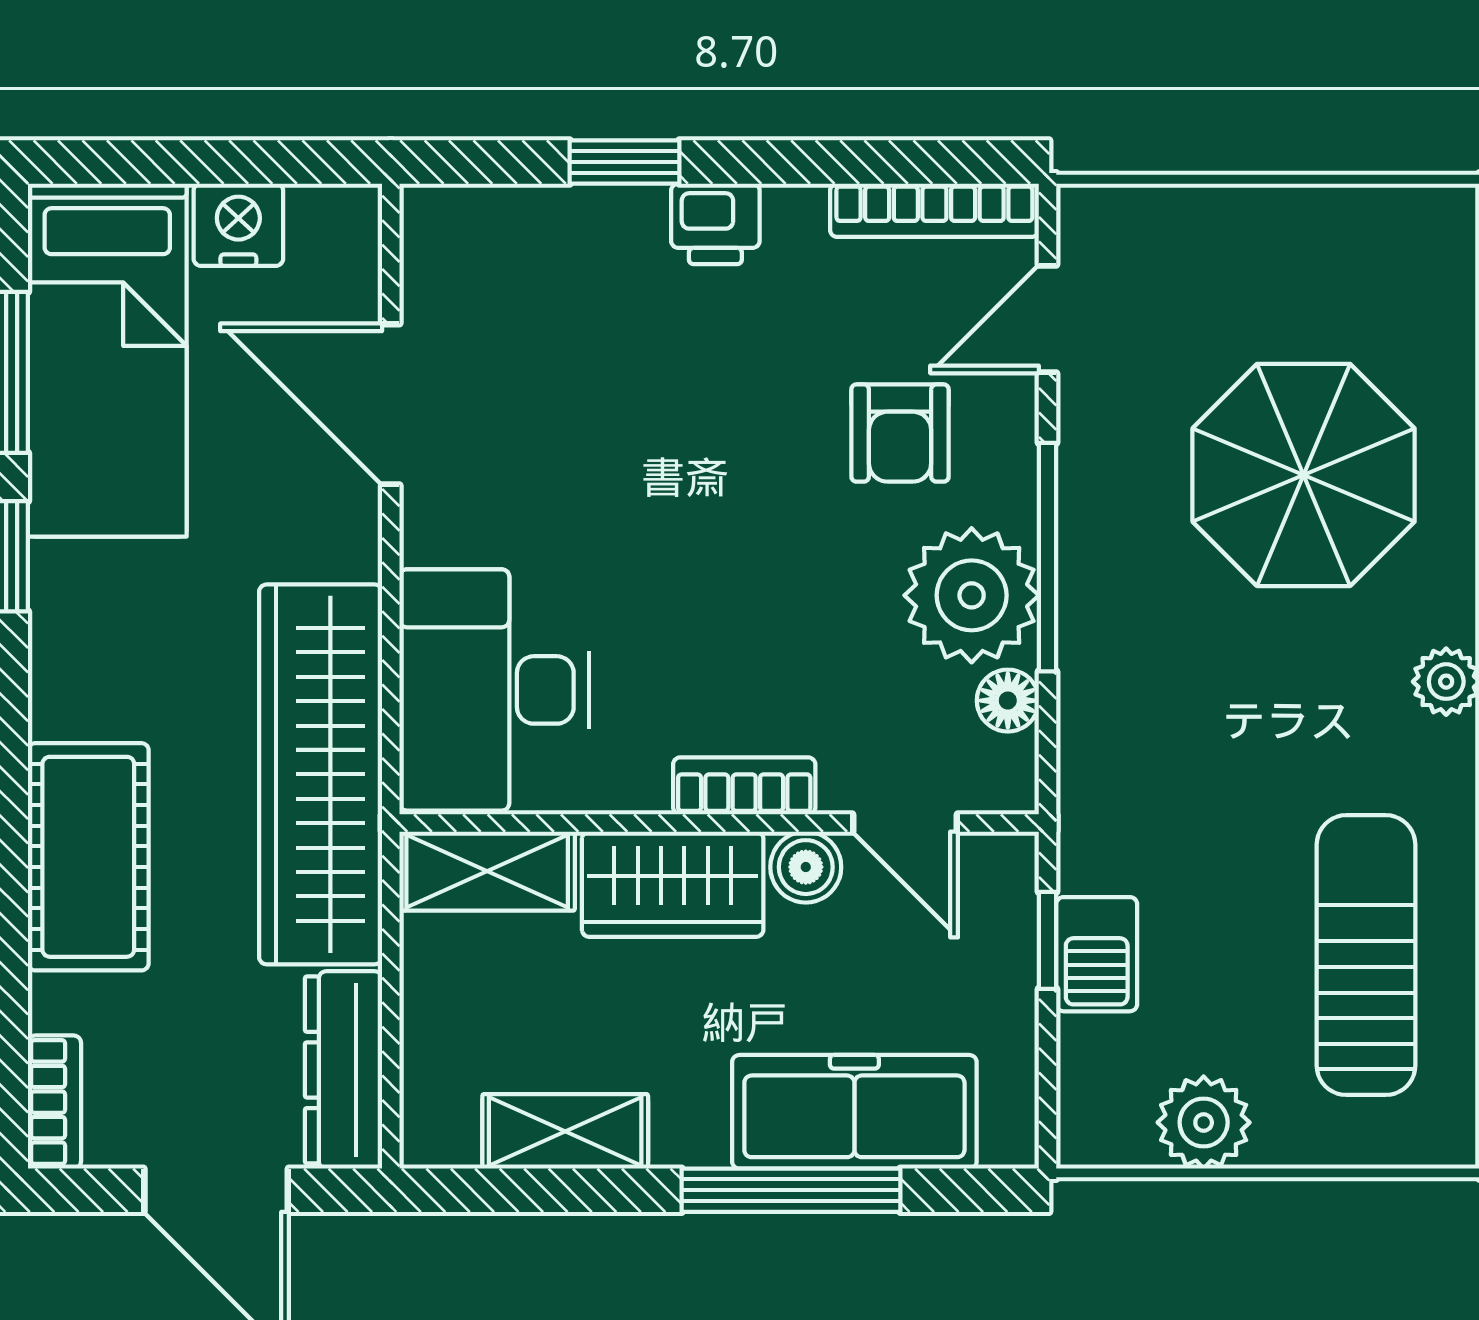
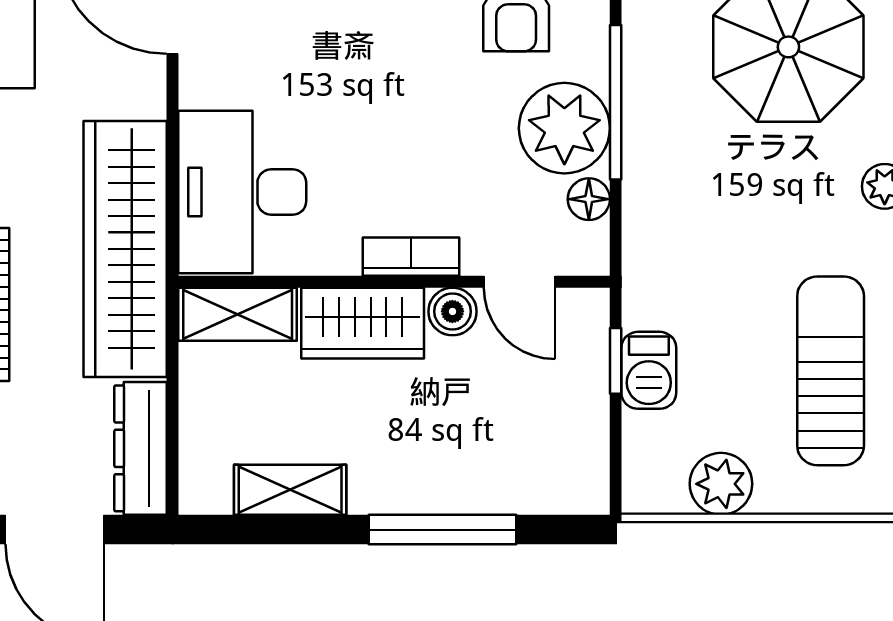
freezer: (854, 1112) -> (485, 477), removed

